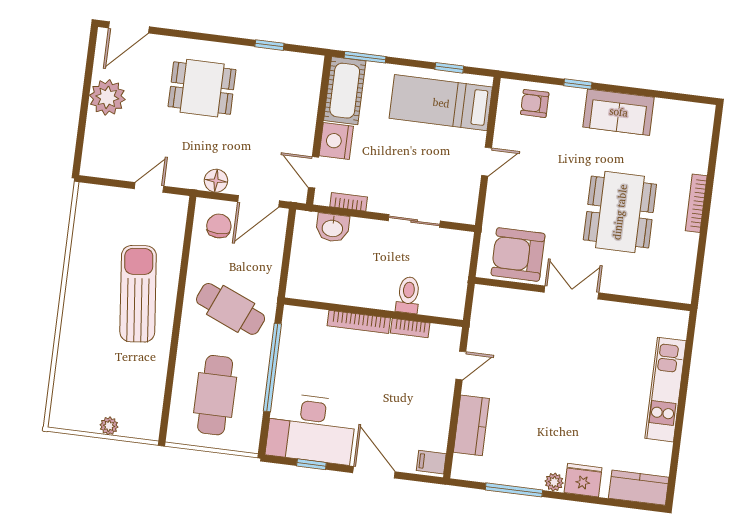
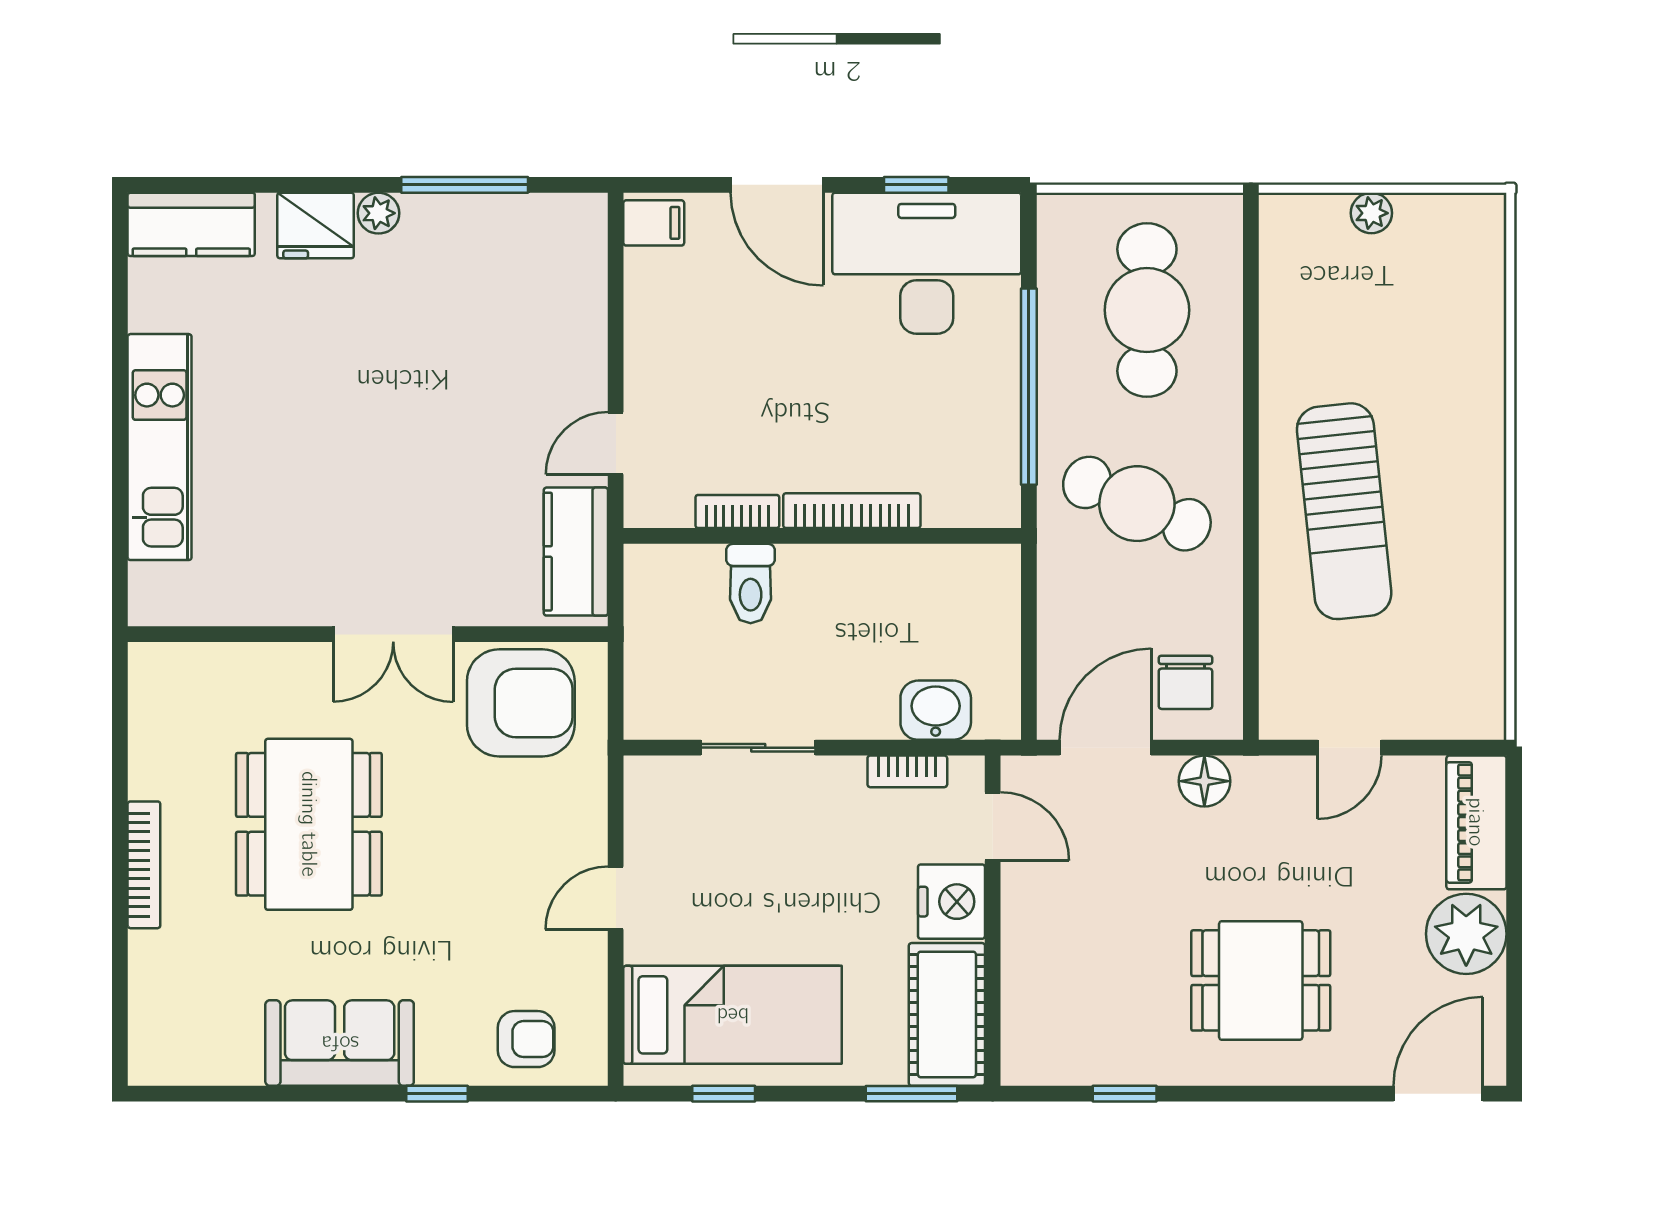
piano: (96, 147) -> (1476, 822), added
kitchen counter: (471, 425) -> (576, 552), moved

